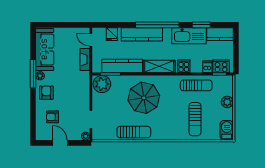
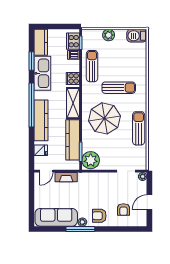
sun lounger: (195, 119) -> (119, 88), moved

